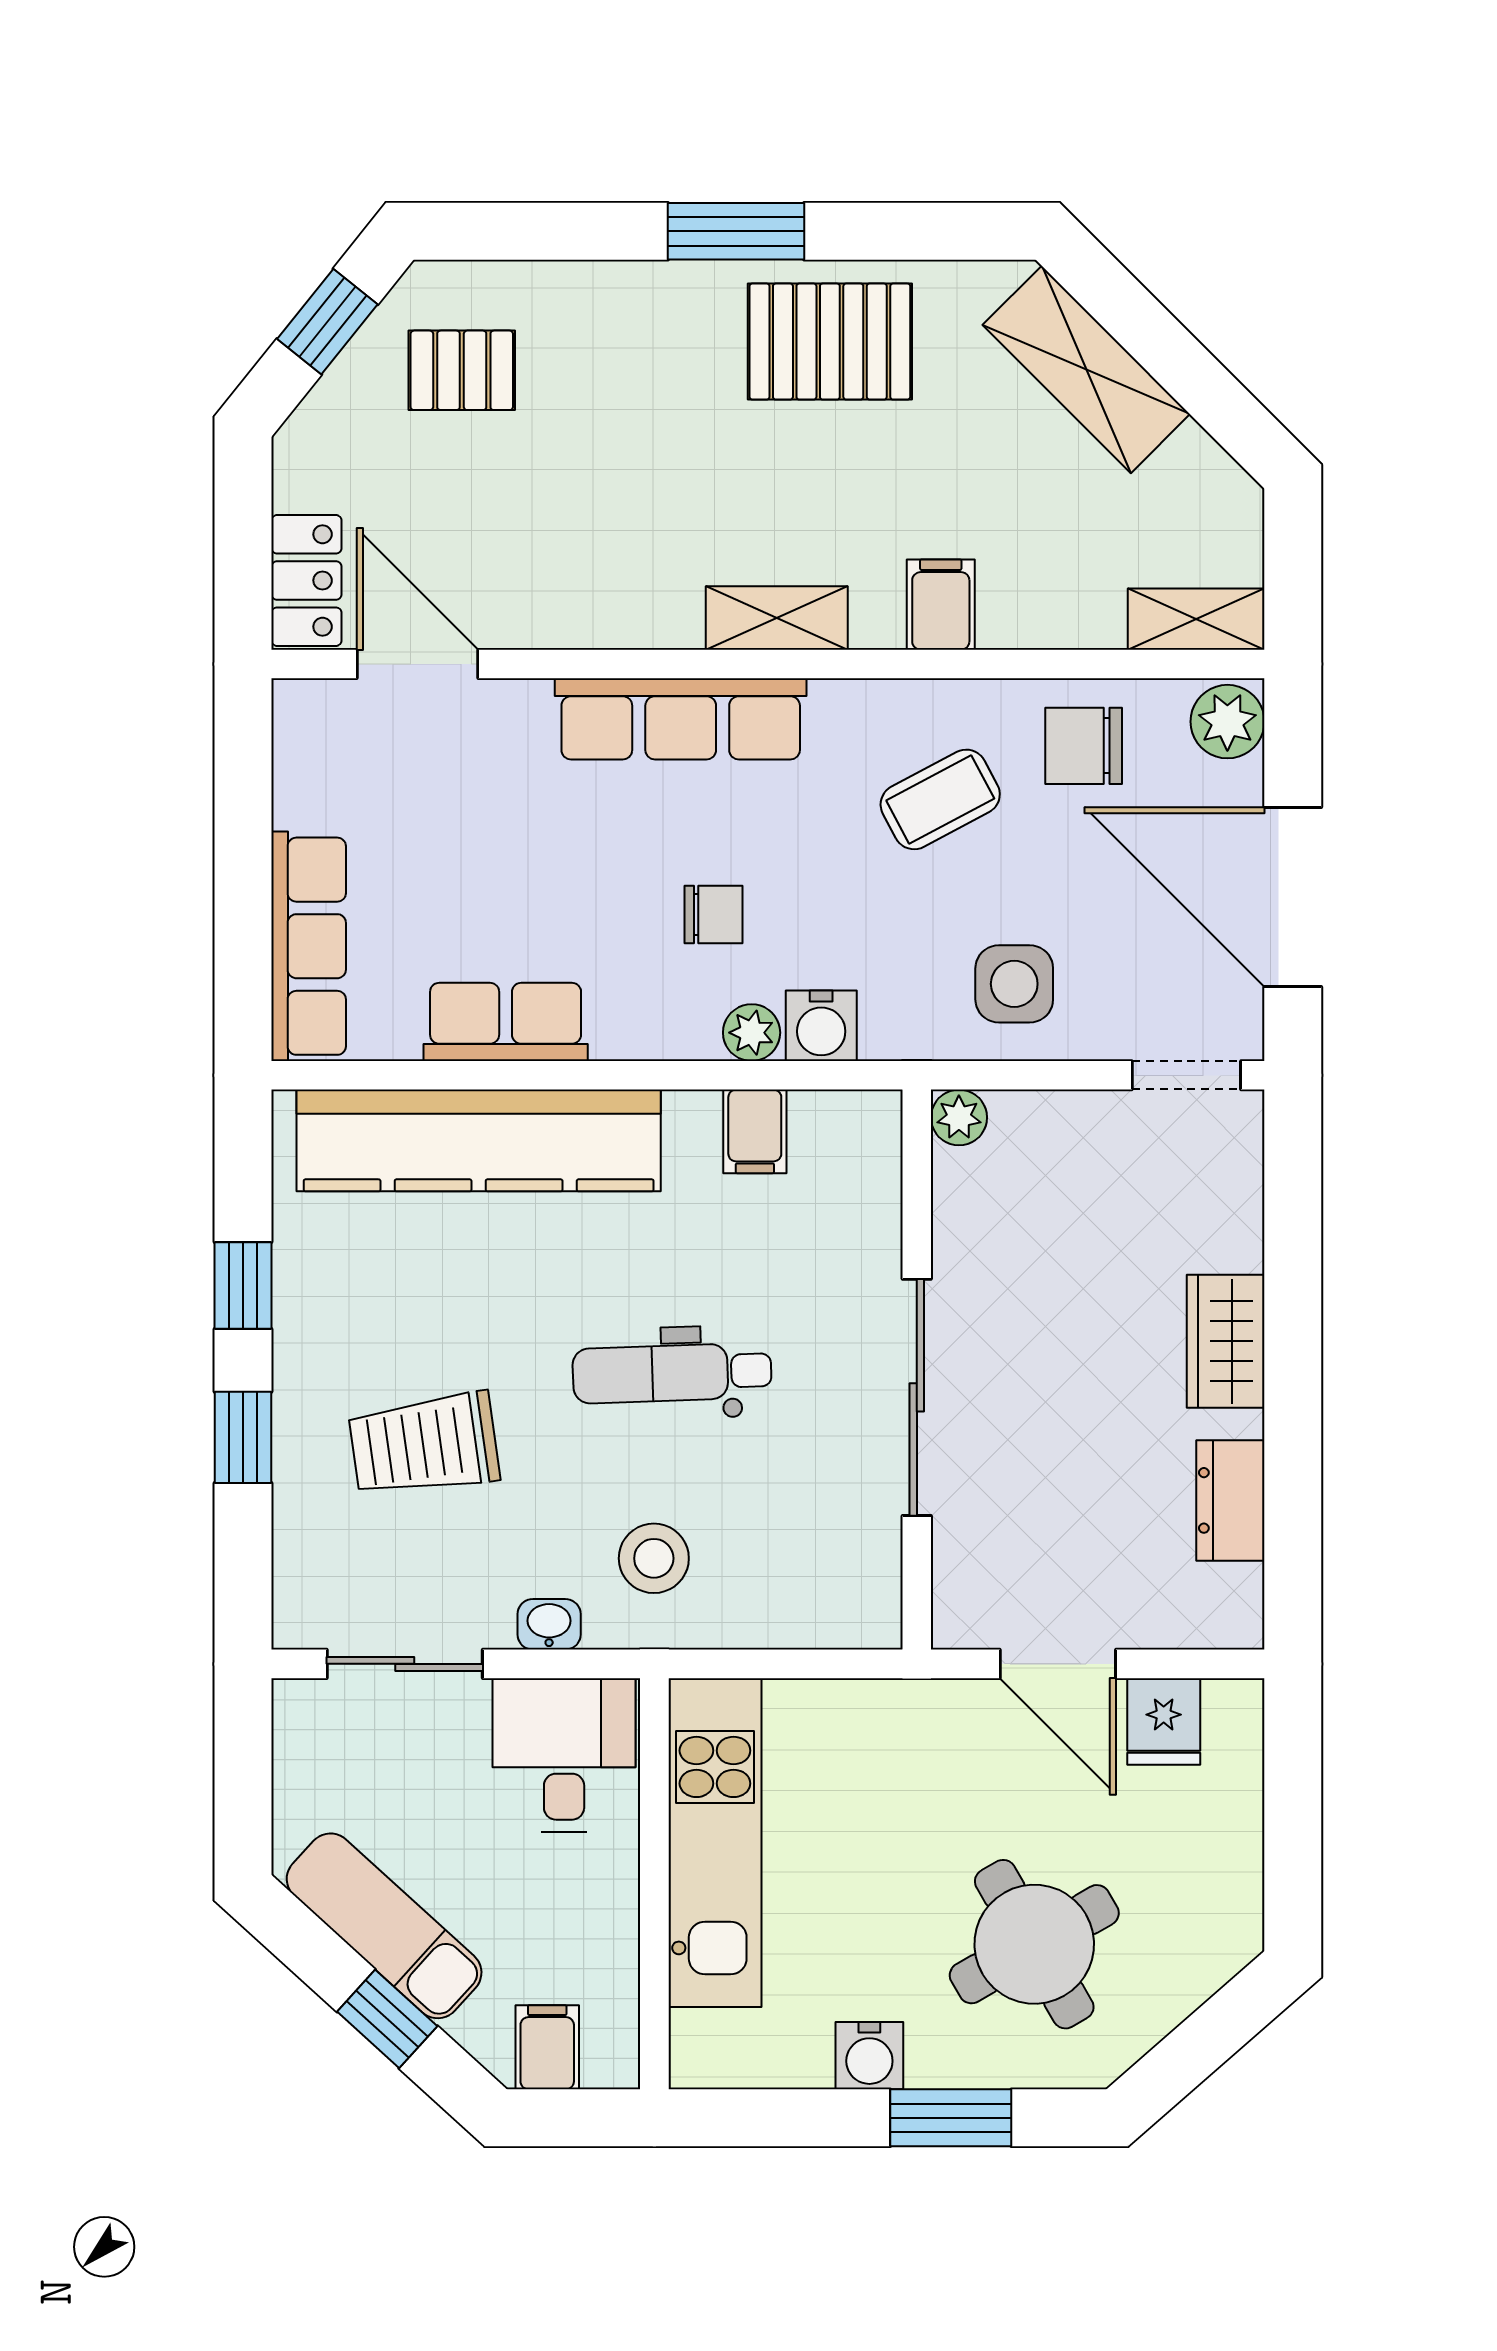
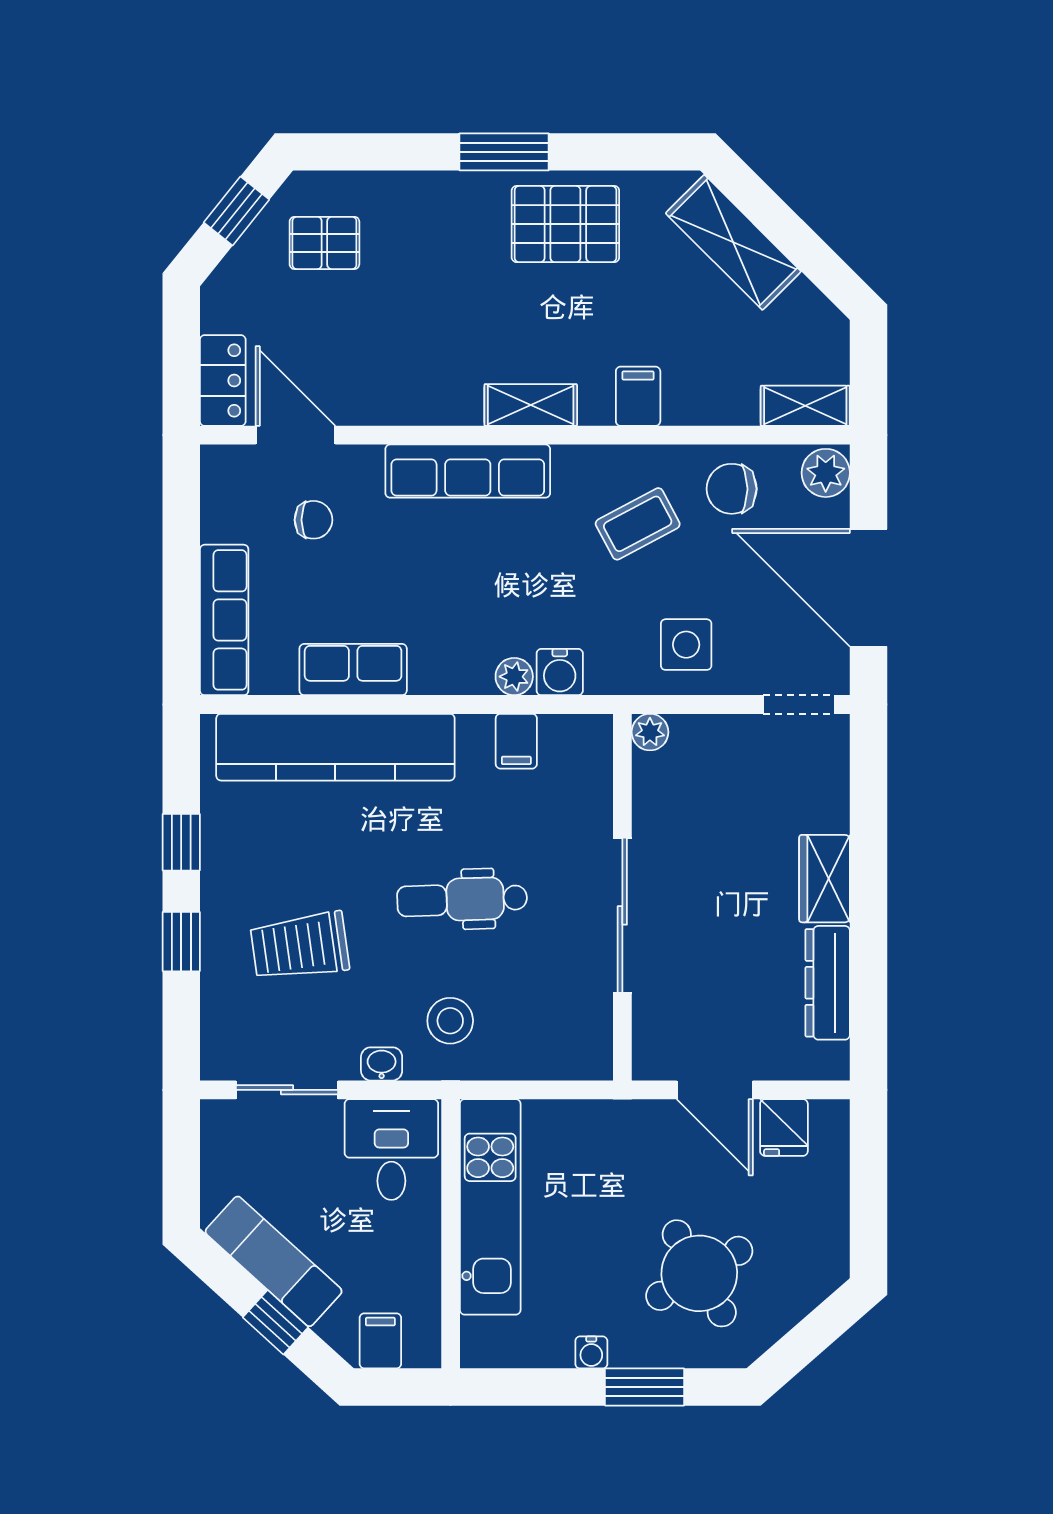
chair: (713, 914) -> (313, 520), moved
dresser: (1230, 1500) -> (828, 983), width x1.44
water cooler: (869, 2056) -> (591, 1352), width x0.72, depth x0.72

